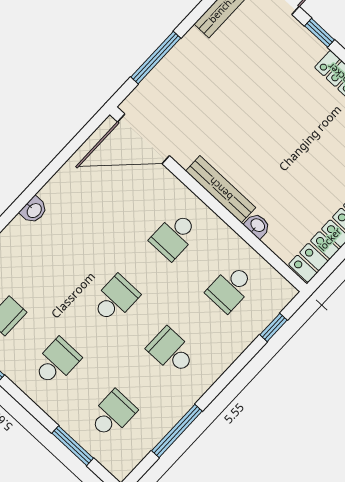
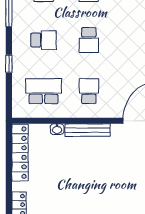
school desk: (230, 288) -> (44, 91), width x1.85
window: (274, 327) -> (9, 64), moved

